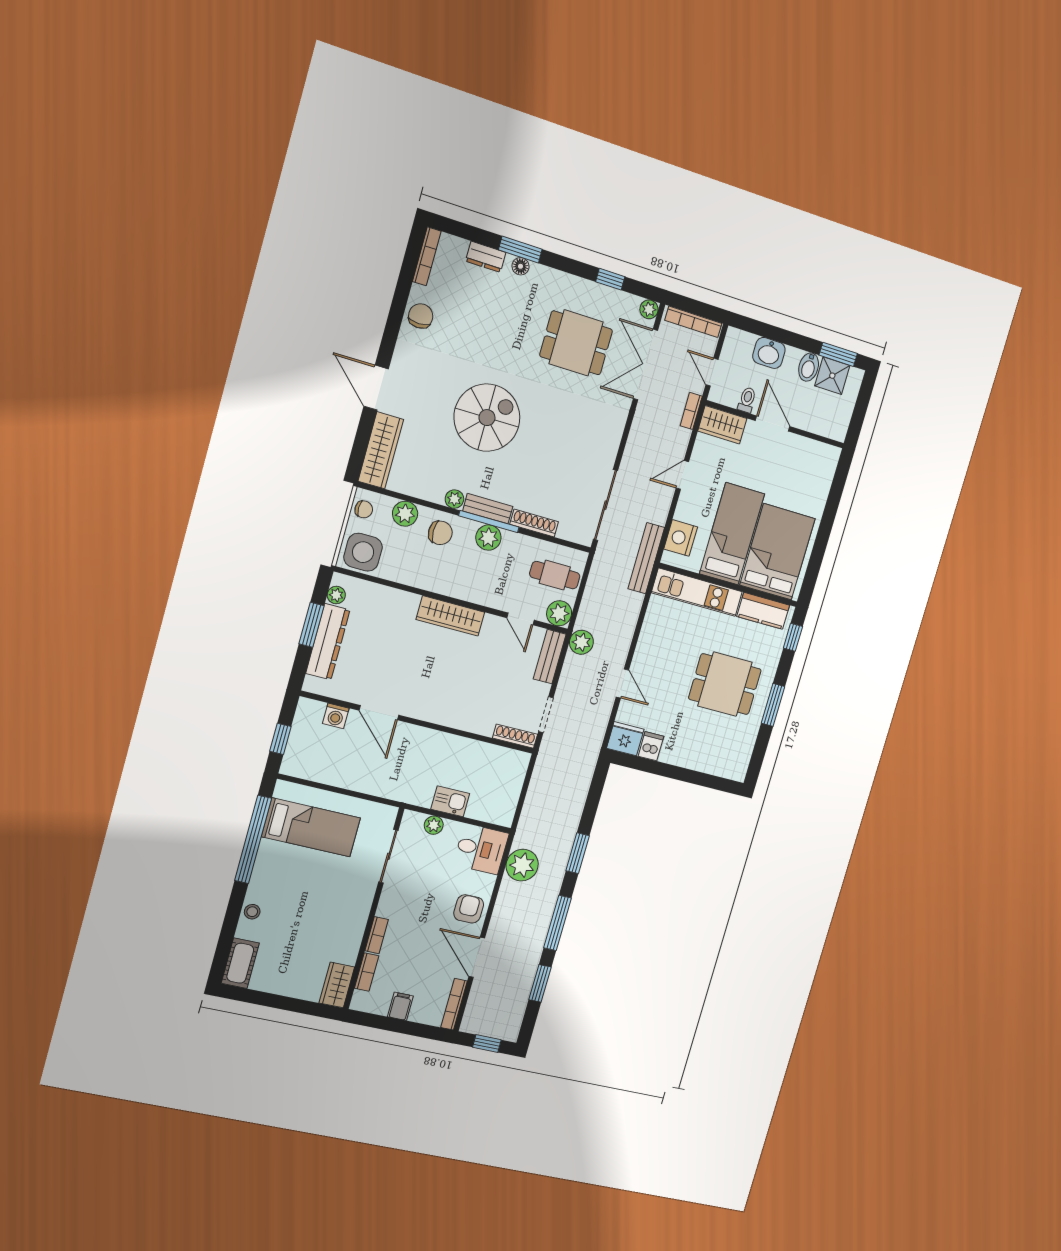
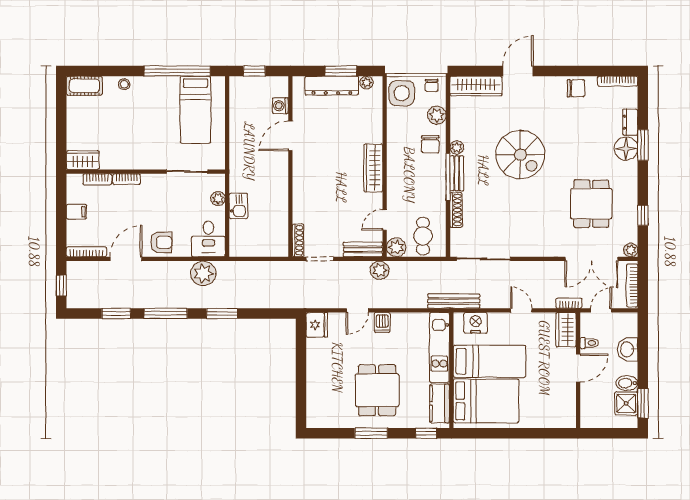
floor lamp: (520, 266) -> (626, 149), width x1.89, depth x1.89
double door: (645, 364) -> (592, 259), swing flipped
plant: (488, 538) -> (436, 180), removed
dishwasher: (651, 746) -> (382, 322), moved, turned 90

